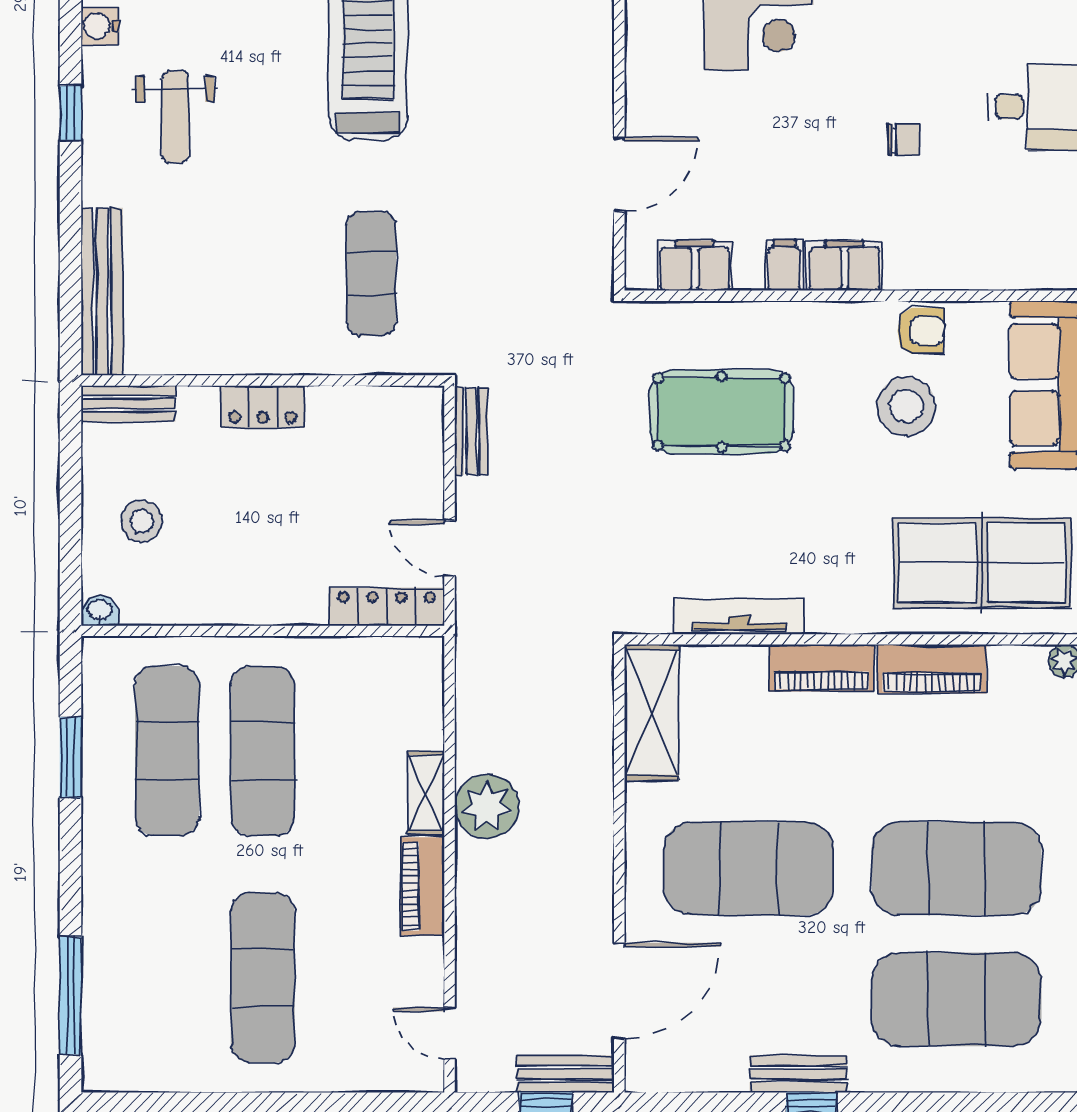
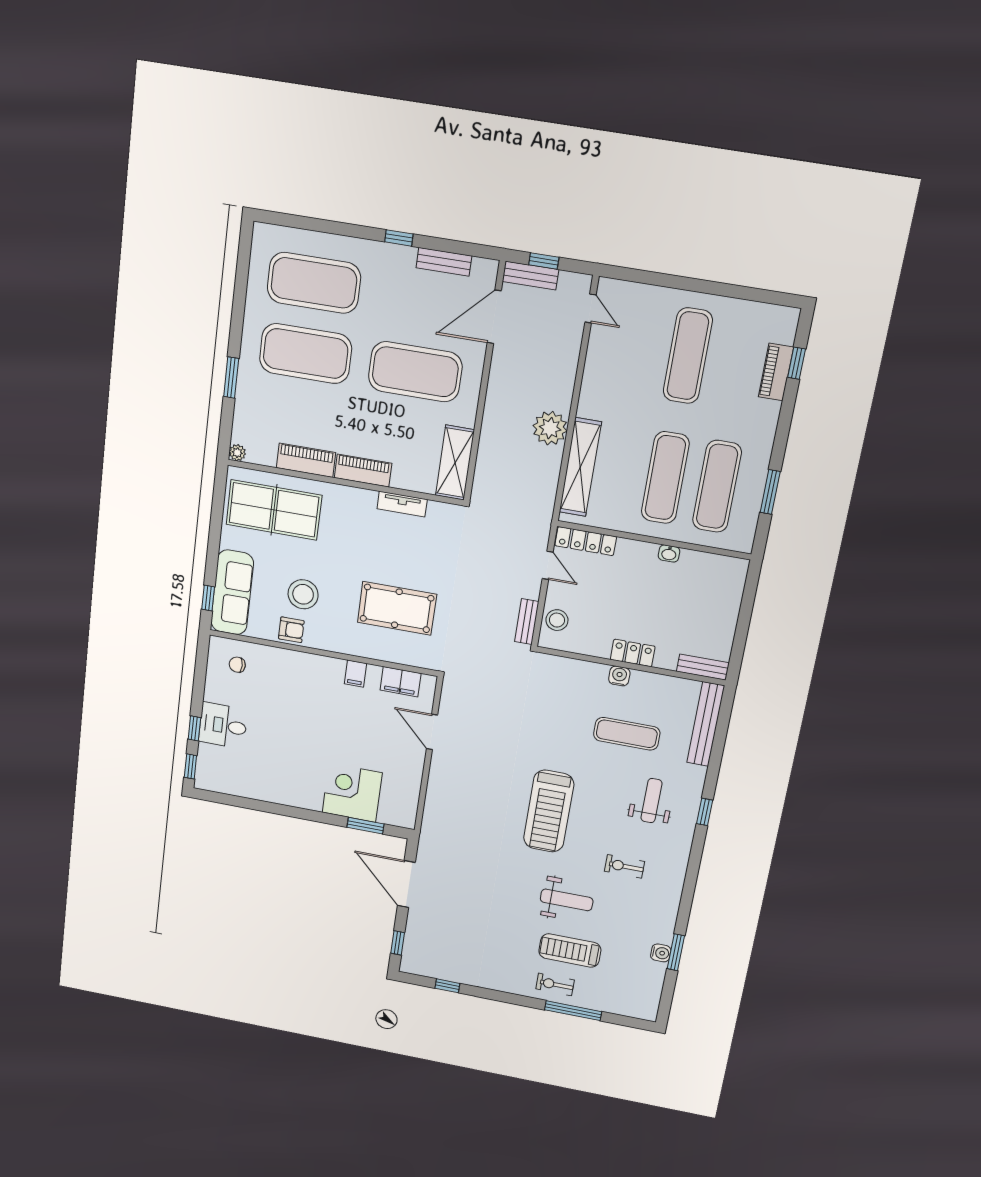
water cooler: (100, 26) -> (619, 676), moved, turned -90
chair: (904, 140) -> (237, 665), moved
door: (619, 174) -> (432, 732), hinge flipped
filing cabinet: (844, 265) -> (325, 668), removed
exercise mat: (371, 273) -> (627, 734), moved, turned 90
armchair: (921, 331) -> (291, 630), turned 180
stool: (142, 521) -> (557, 620), moved
washbasin: (100, 611) -> (669, 553), moved
tv unit: (739, 617) -> (402, 504), width x0.71
shelving: (426, 793) -> (580, 467), width x2.20, depth x1.33
piano: (422, 886) -> (776, 372), moved, turned 180
window: (71, 996) -> (796, 363), width x0.46
bench: (798, 1074) -> (444, 262), moved

